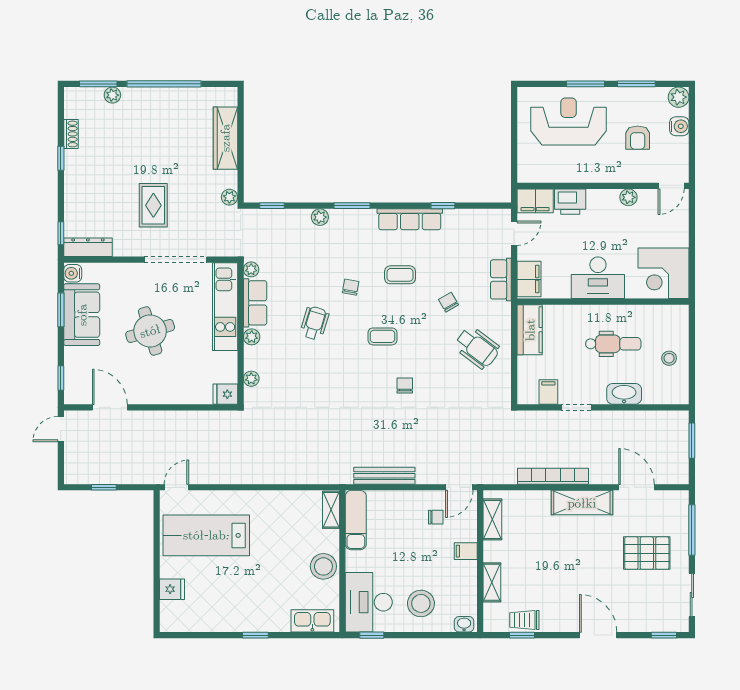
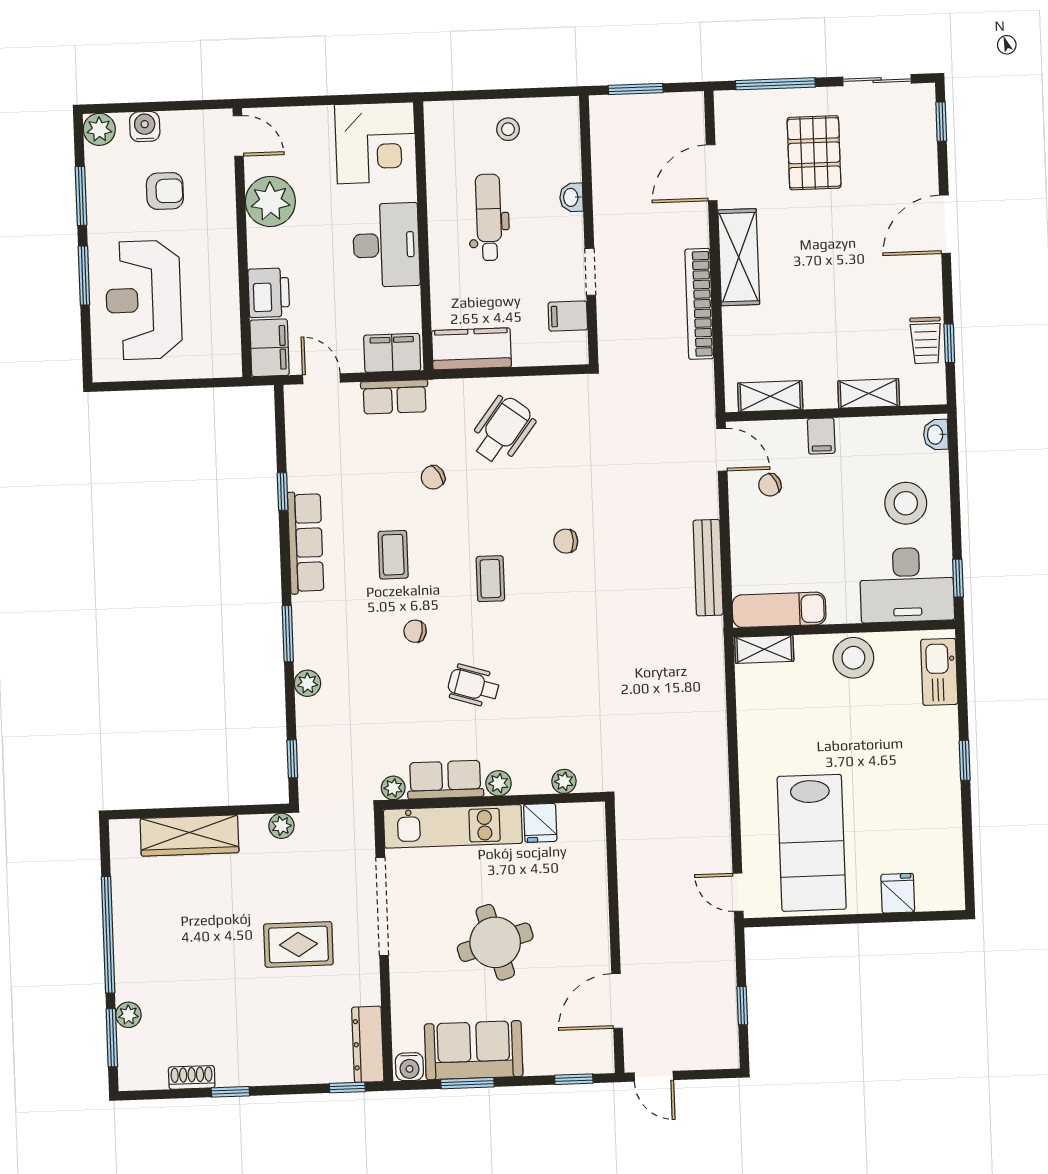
plant: (628, 197) -> (270, 201), width x1.88, depth x1.88
fridge: (225, 394) -> (540, 823), moved
washbasin: (624, 394) -> (571, 197), width x0.52, depth x0.69
chair: (436, 517) -> (770, 485), turned -116

